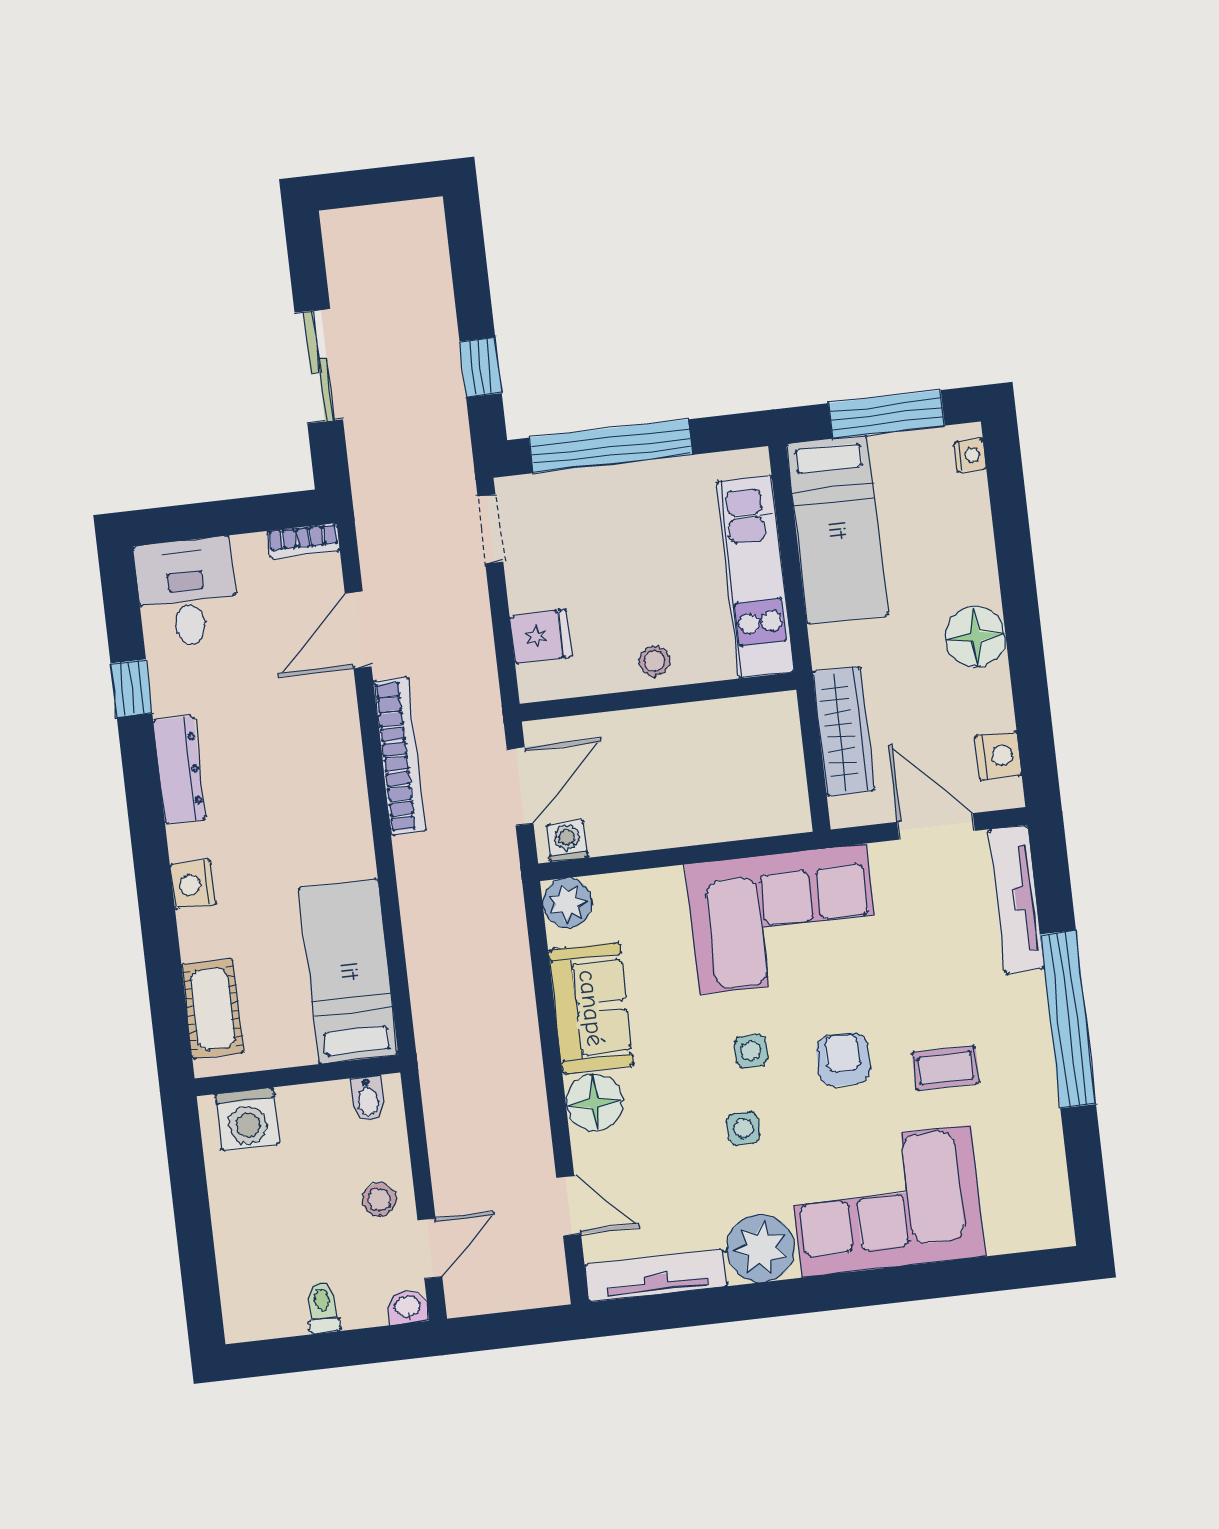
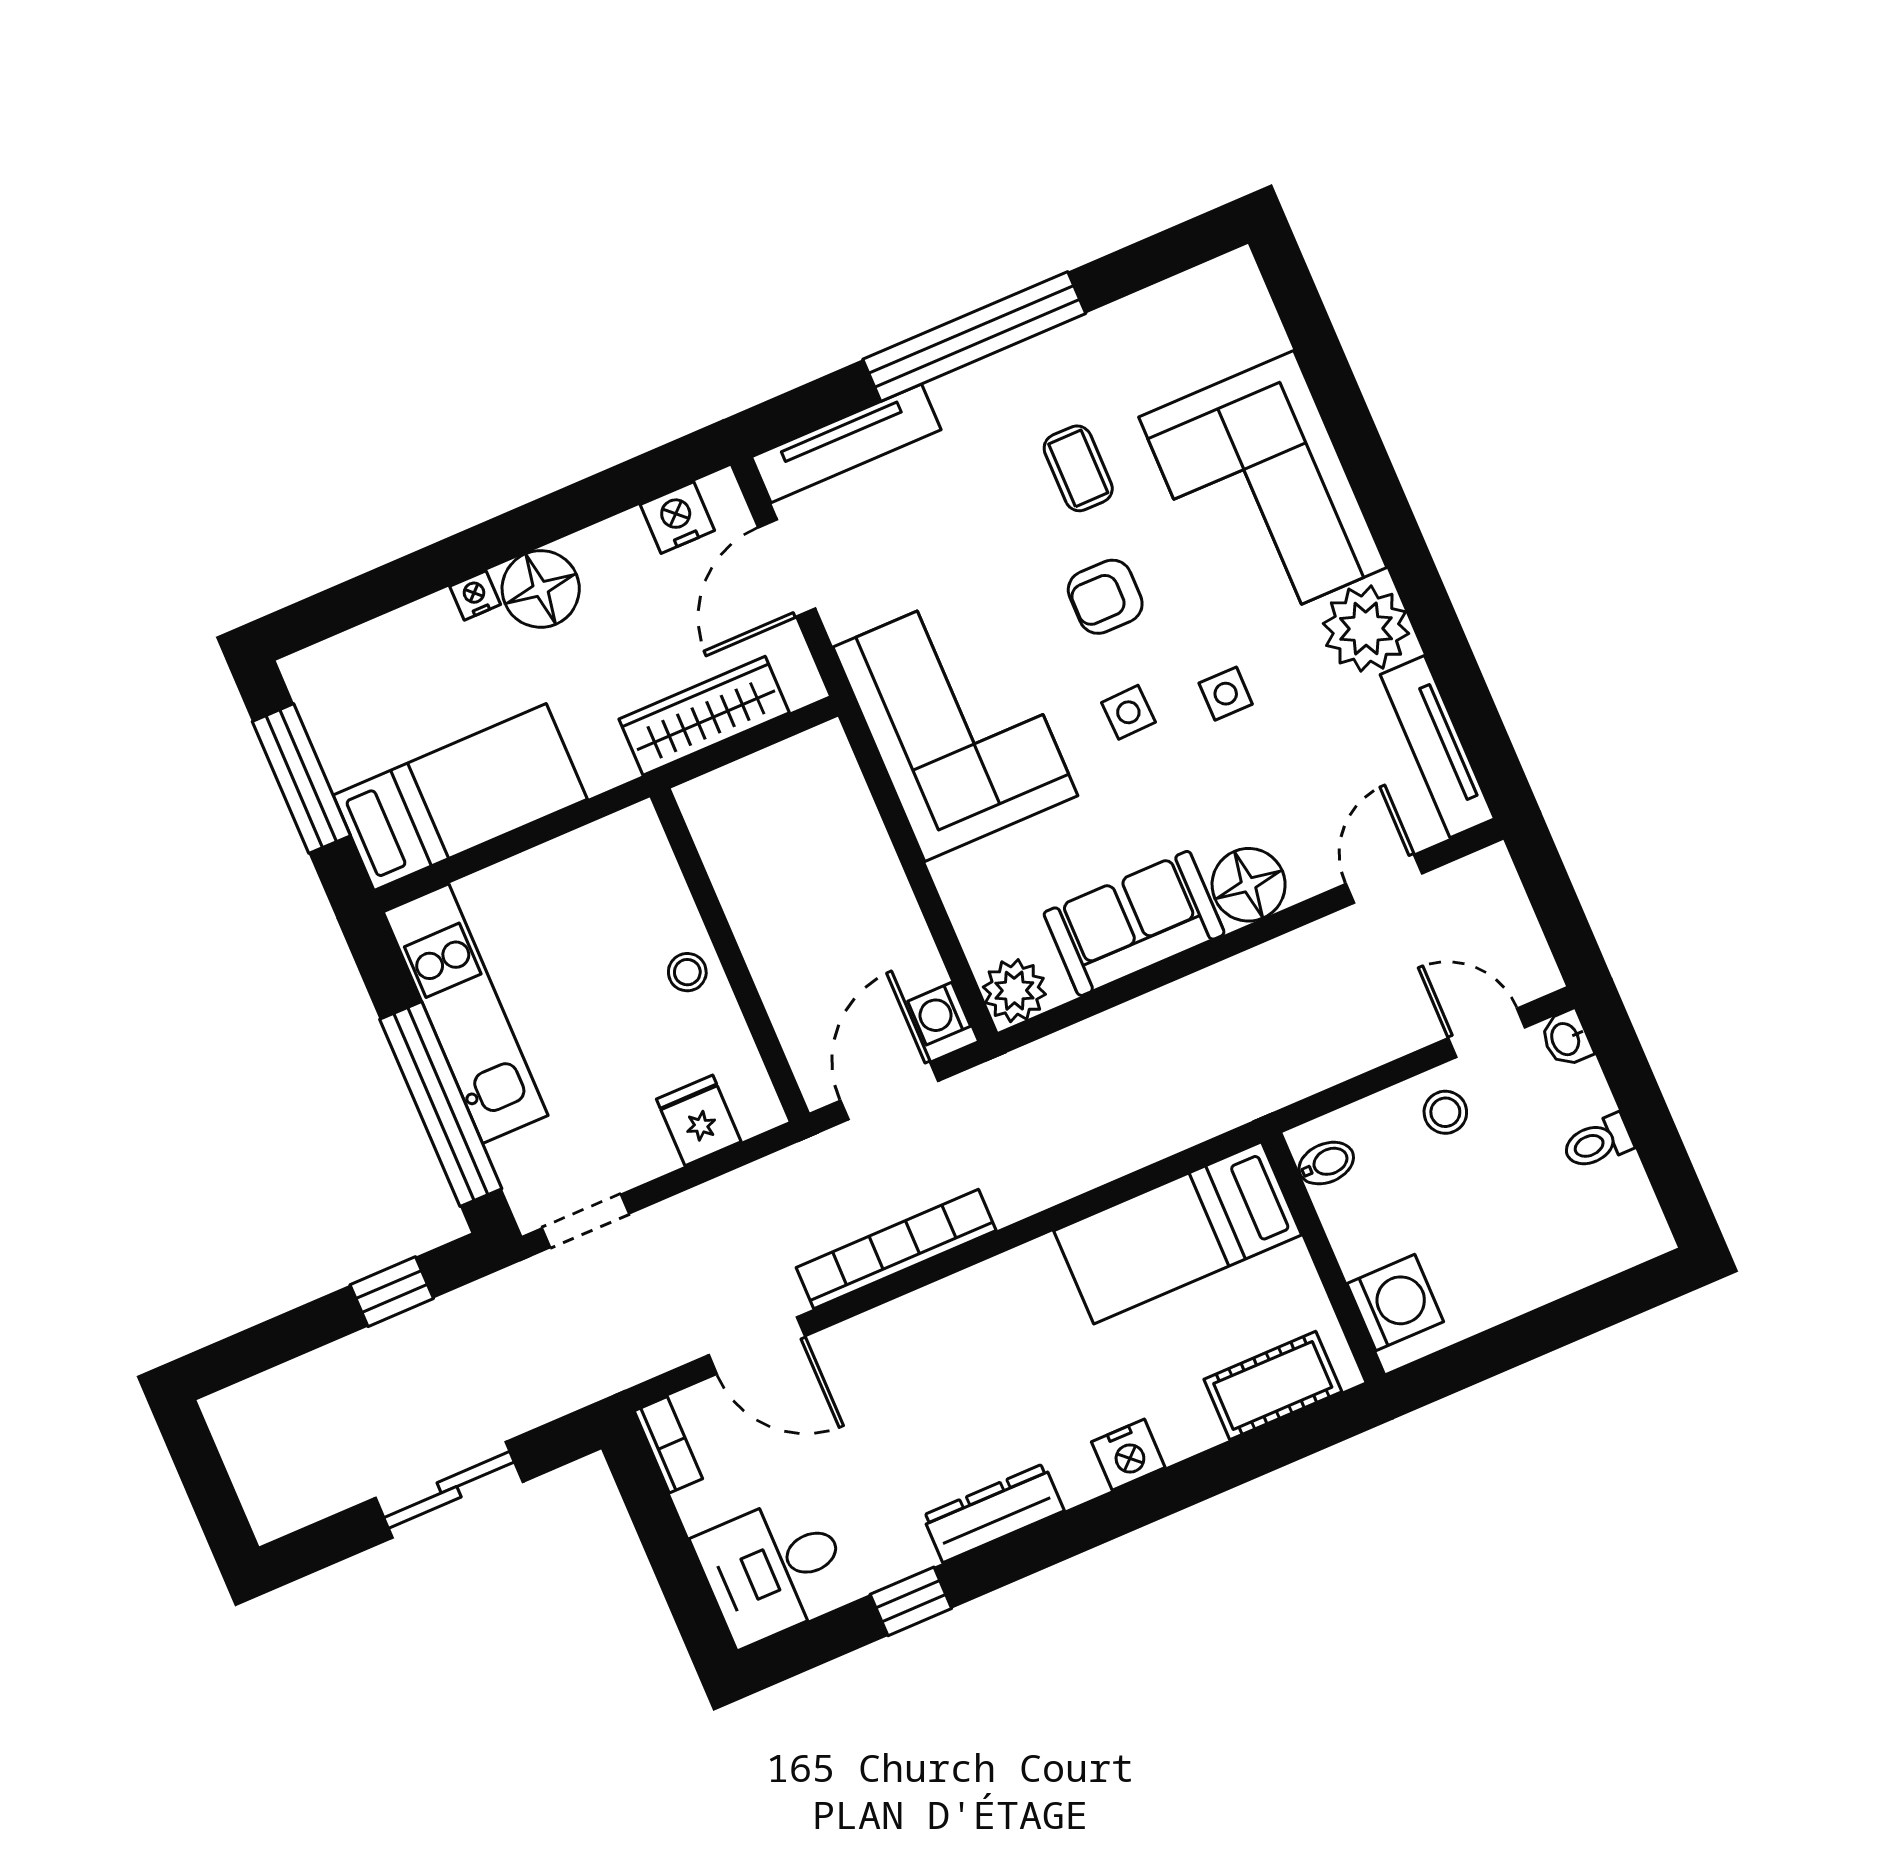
nightstand: (970, 455) -> (475, 595), moved
kitchen unit: (755, 577) -> (466, 1014), moved, turned -90
door: (520, 786) -> (889, 1091), hinge flipped

